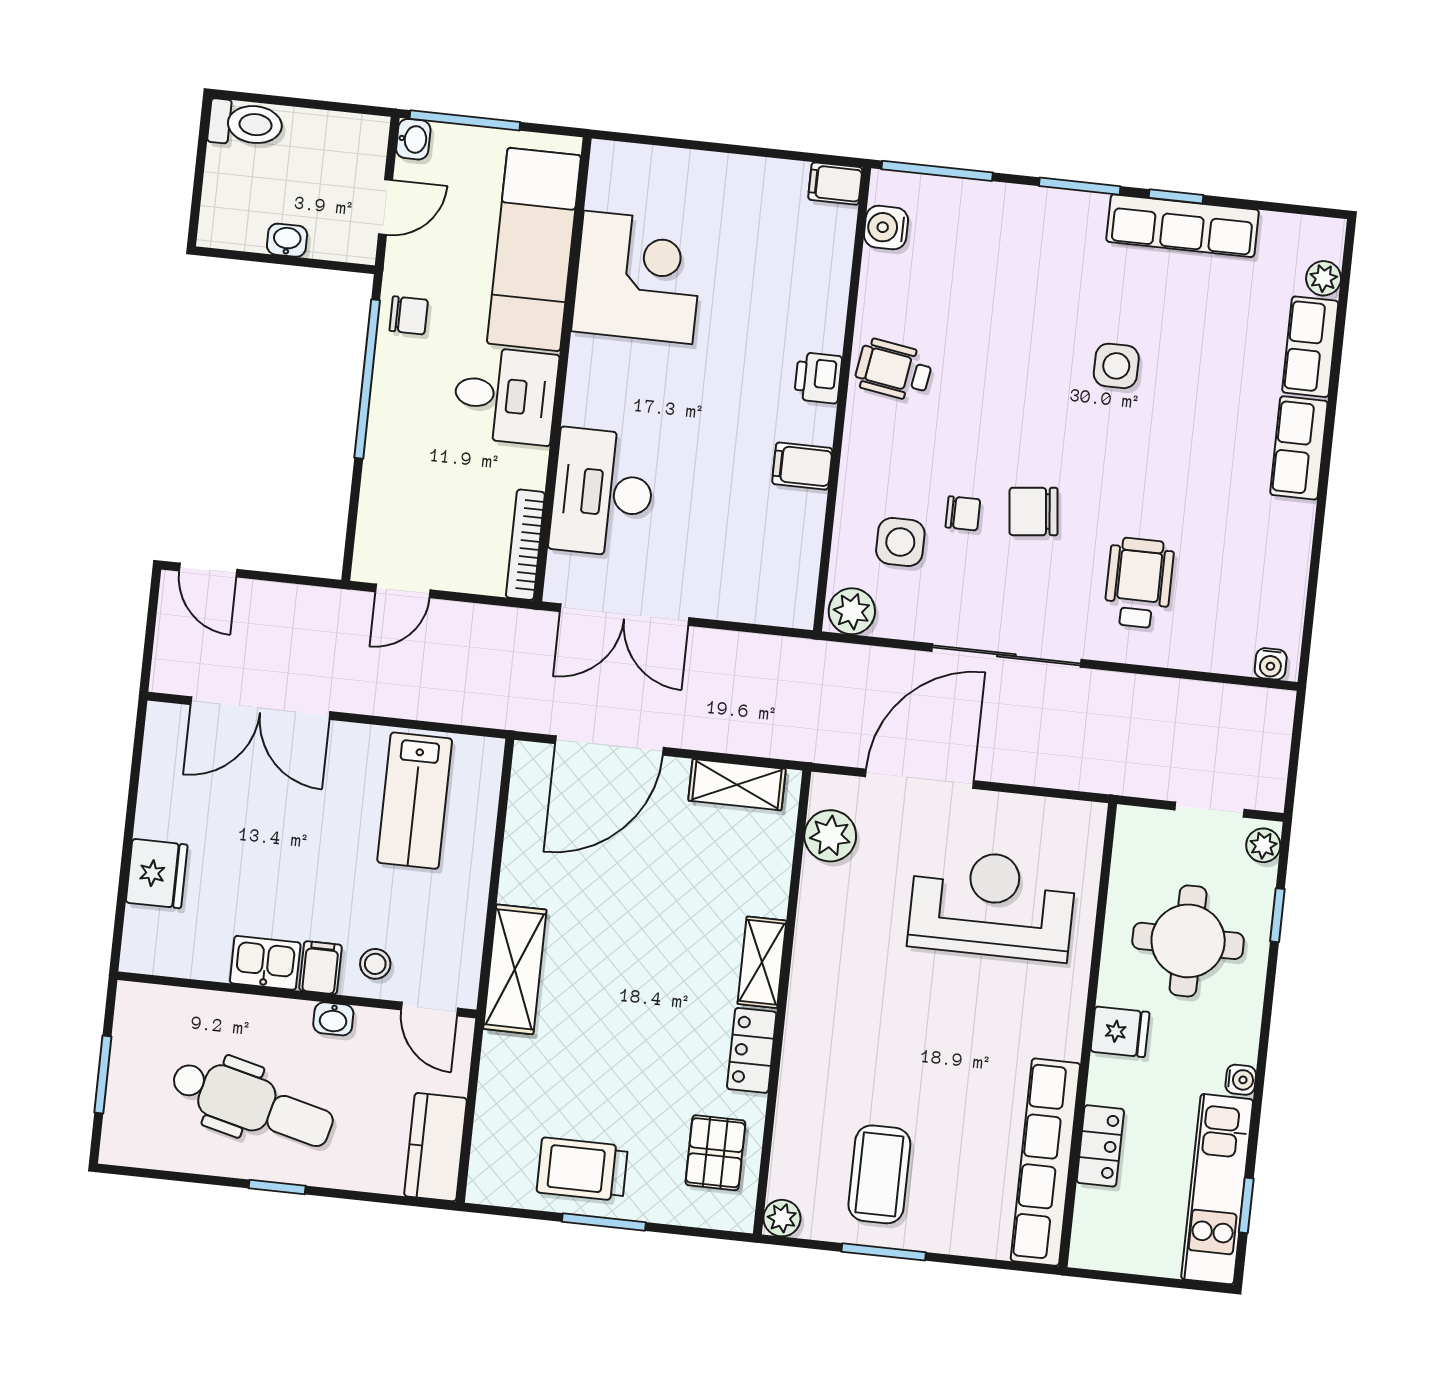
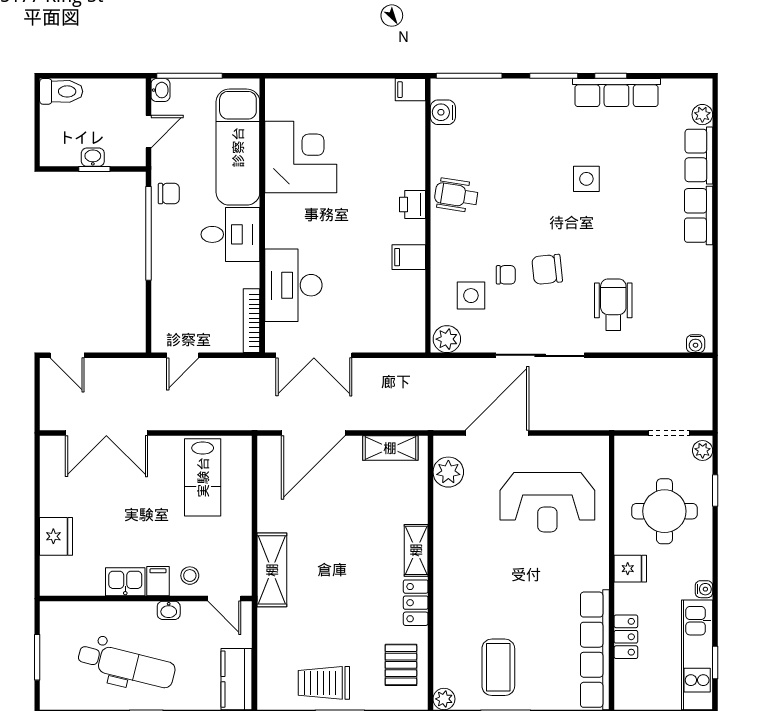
window: (287, 260) -> (94, 169), added
reception desk: (992, 905) -> (547, 502), turned 180

